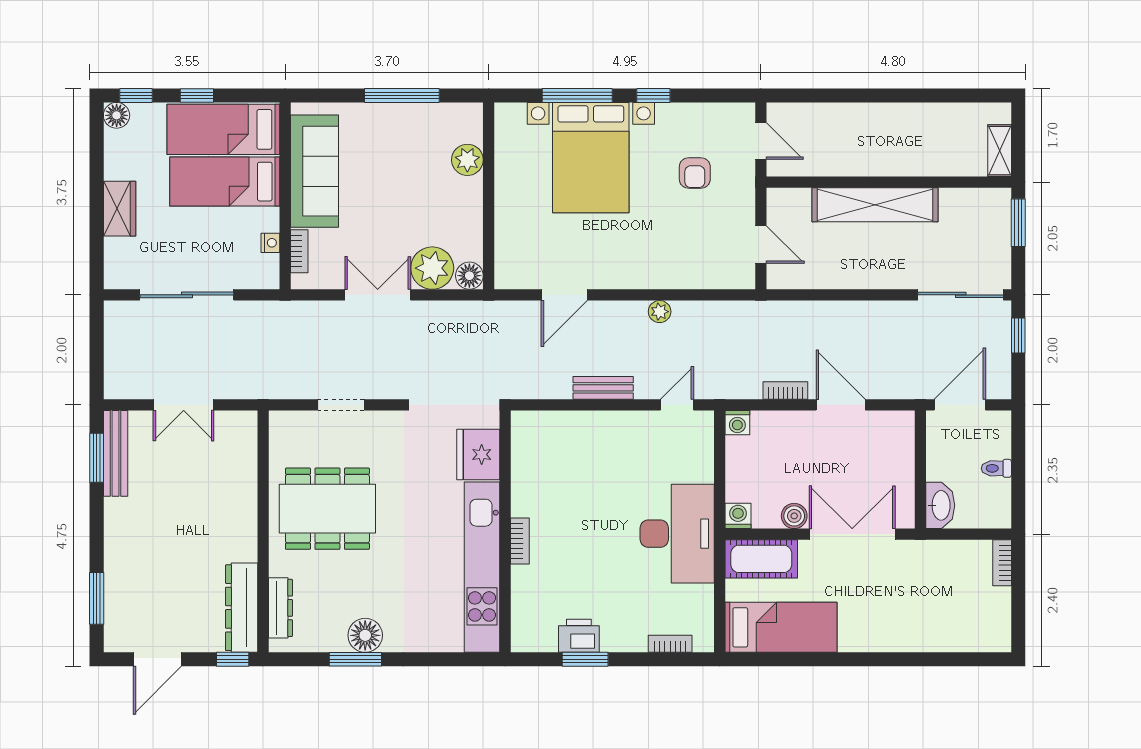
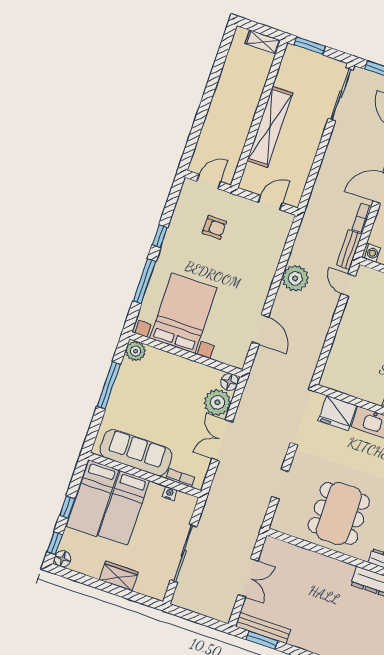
bed with nightstands: (591, 158) -> (183, 313), moved, turned -90
plant: (467, 160) -> (136, 351), moved
plant: (660, 312) -> (295, 278), width x1.87, depth x1.87
bench: (603, 388) -> (349, 250), moved

